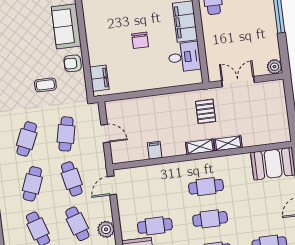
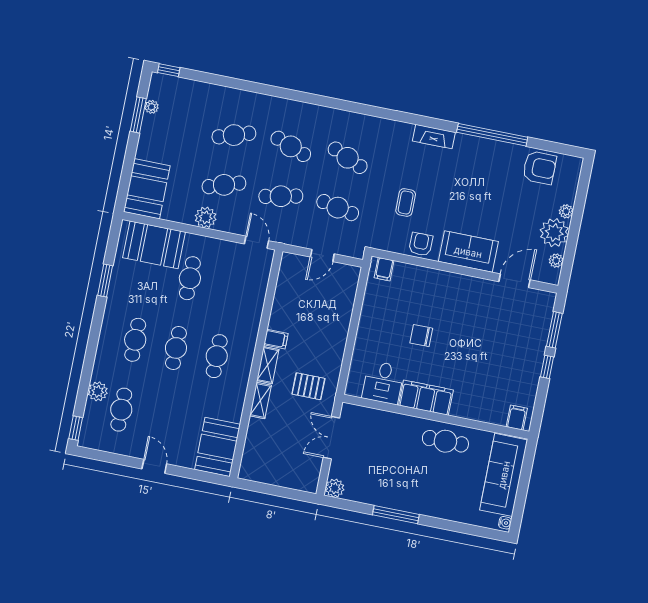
filing cabinet: (99, 78) -> (384, 269), width x0.50
double door: (238, 82) -> (331, 438), swing flipped
filing cabinet: (155, 150) -> (276, 339), moved

